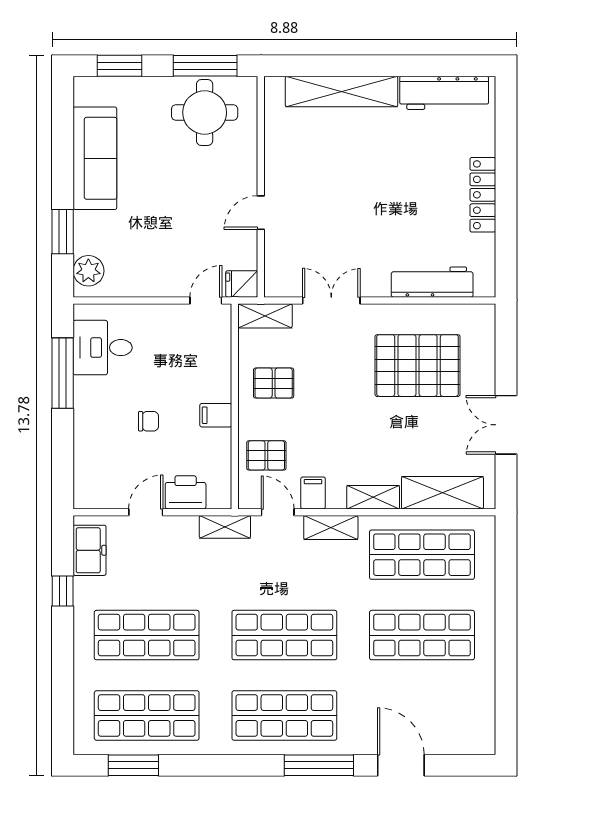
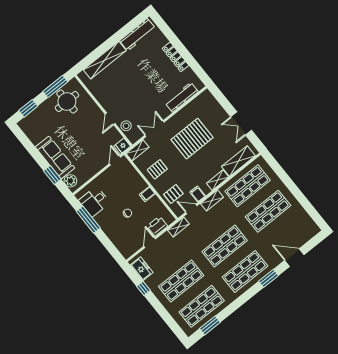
sofa: (95, 158) -> (55, 158), moved
stool: (281, 251) -> (126, 126), added
pallet: (418, 366) -> (192, 139), moved
window: (319, 765) -> (268, 278), width x0.69

